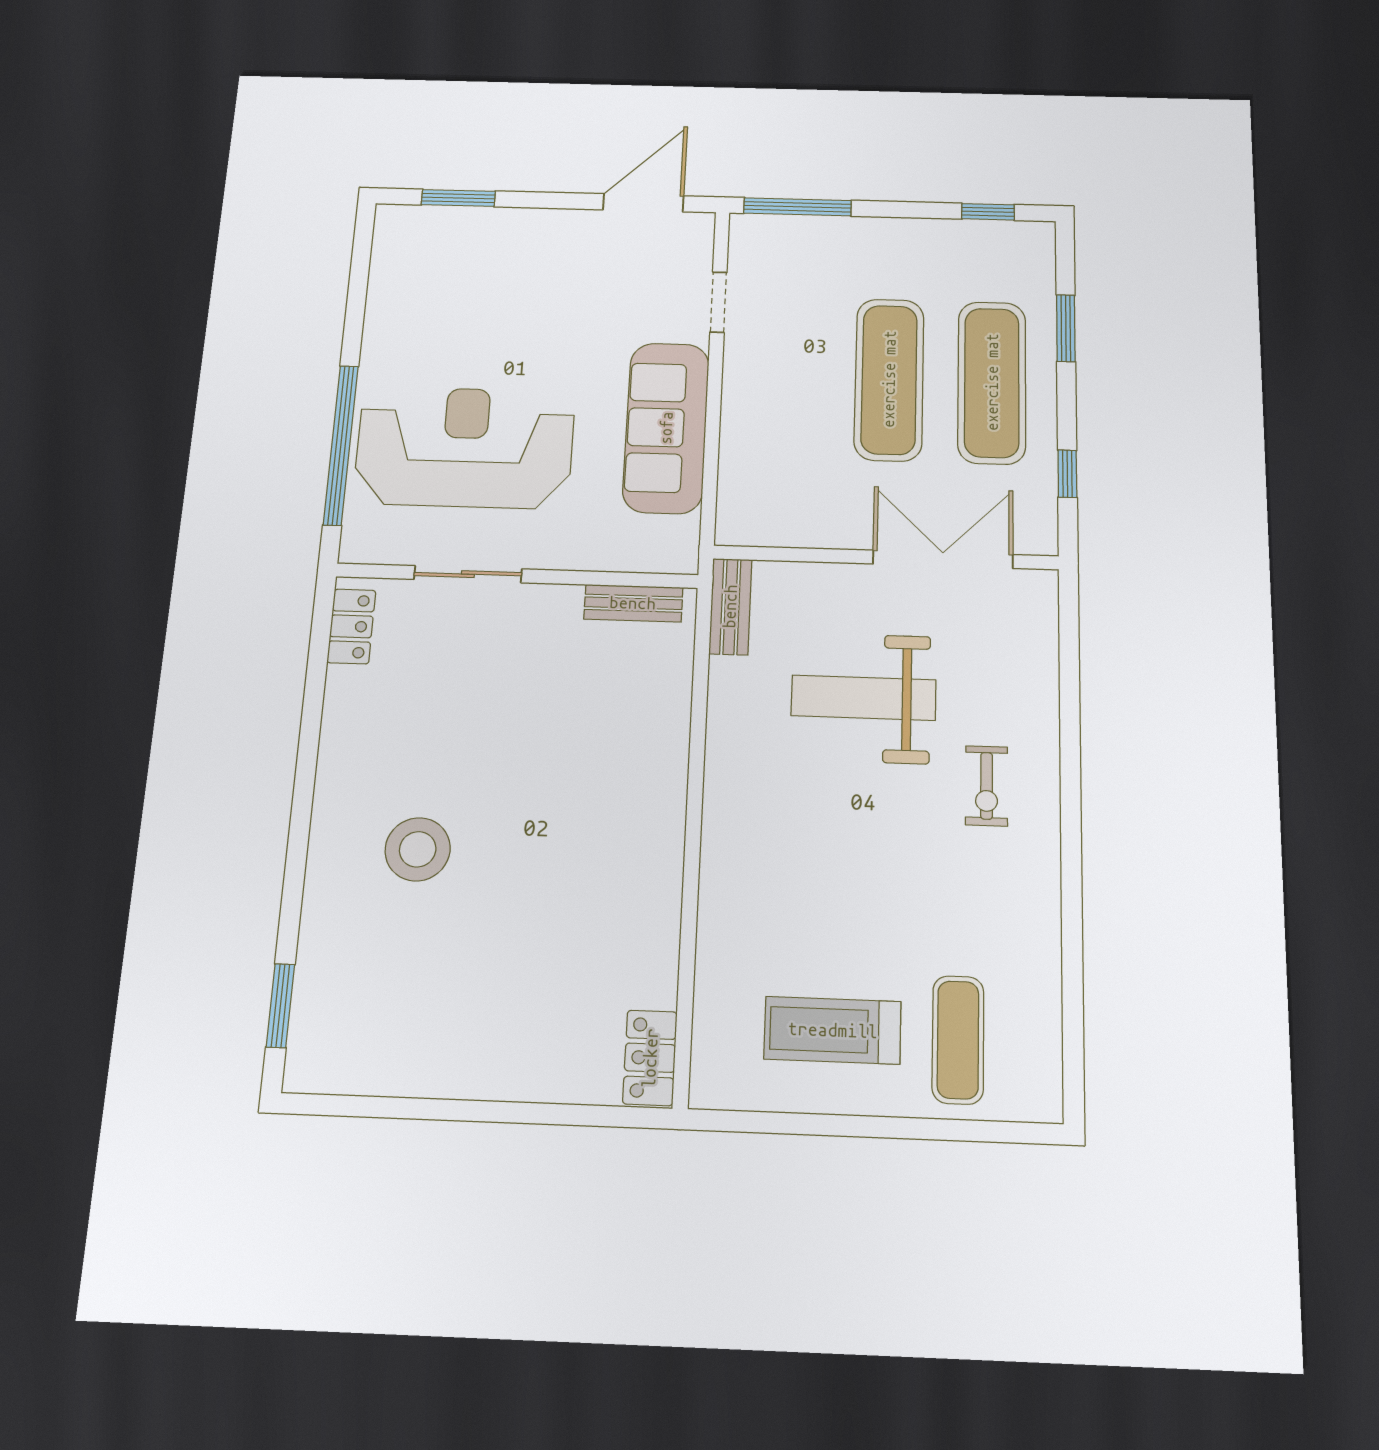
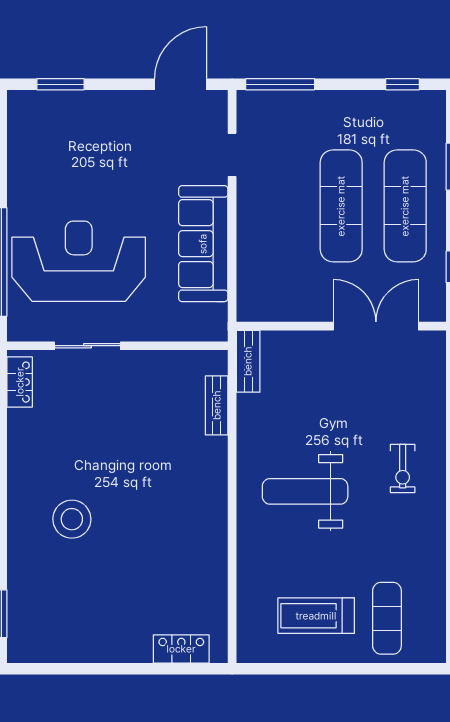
bench: (633, 603) -> (217, 405), moved, turned 90
weight bench: (864, 698) -> (305, 491), moved
locker: (650, 1058) -> (181, 649), moved, turned 90

